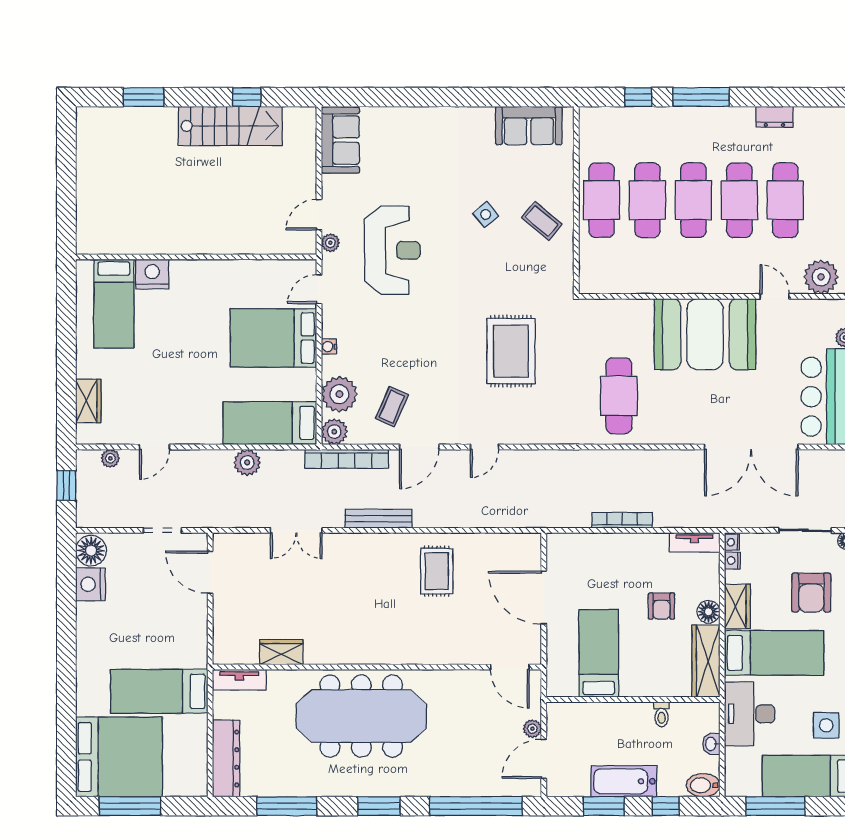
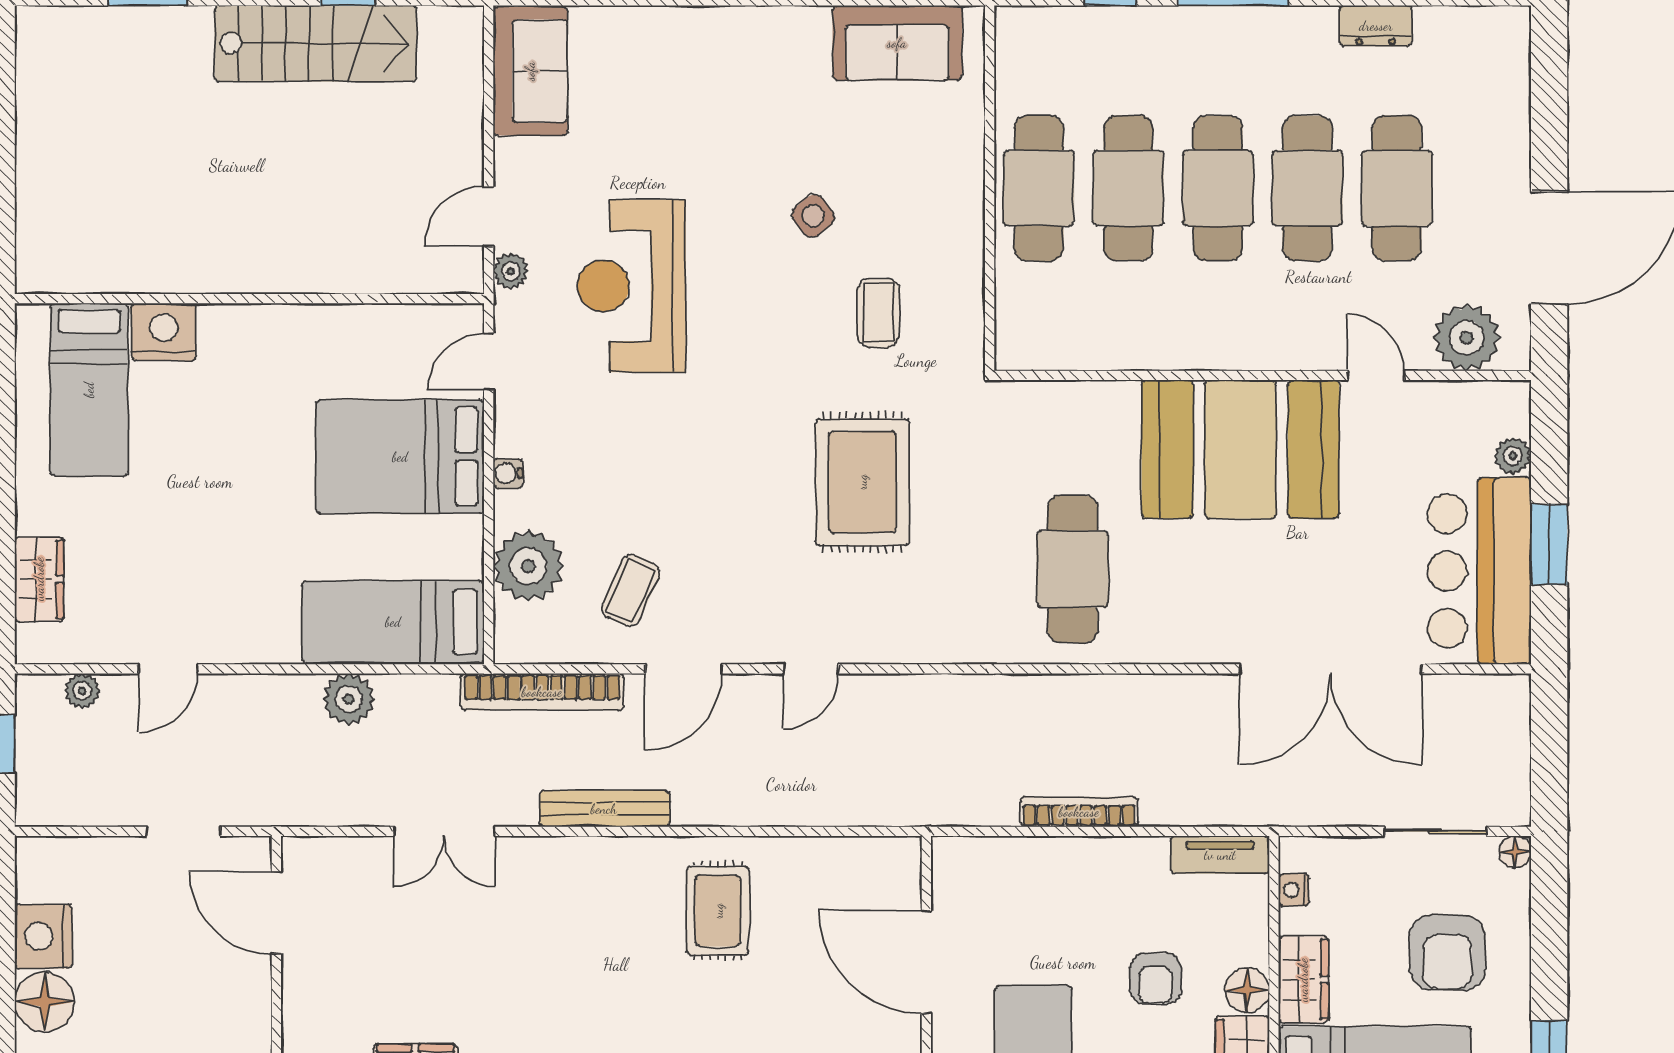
coffee table: (542, 221) -> (878, 313), moved, turned 50
reception desk: (392, 250) -> (631, 286), turned 180
plant: (334, 432) -> (518, 639), removed
nightstand: (732, 542) -> (1293, 854), removed
floor lamp: (91, 551) -> (45, 1002), moved

